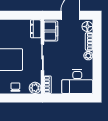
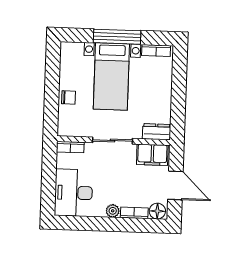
plant: (35, 88) -> (66, 128), removed

